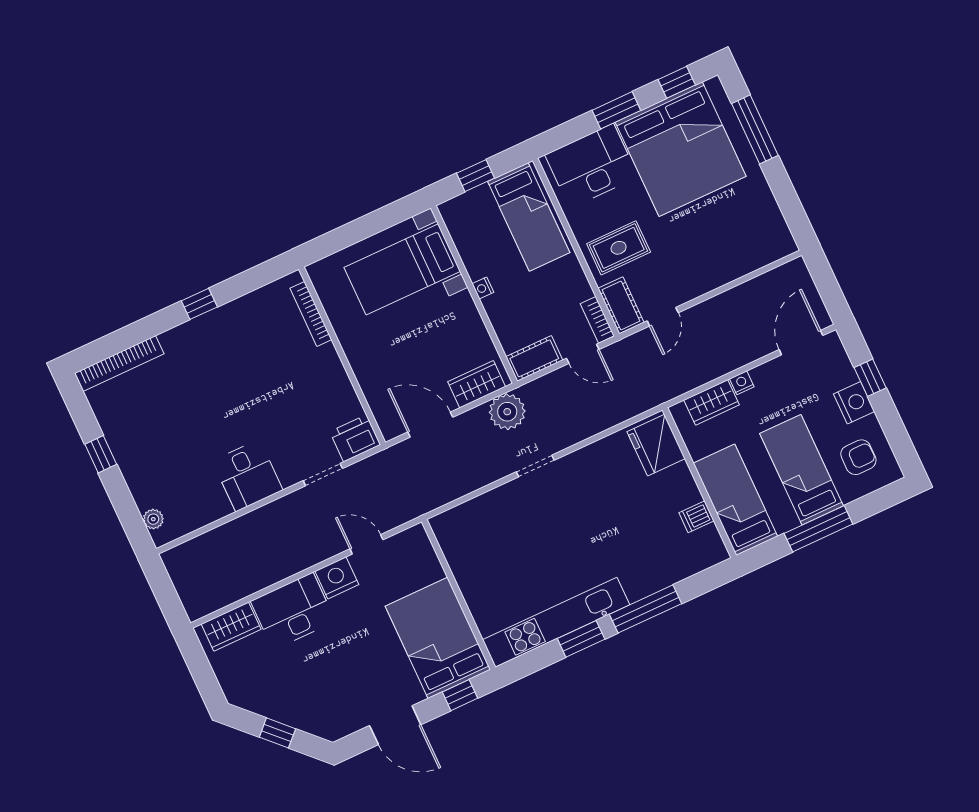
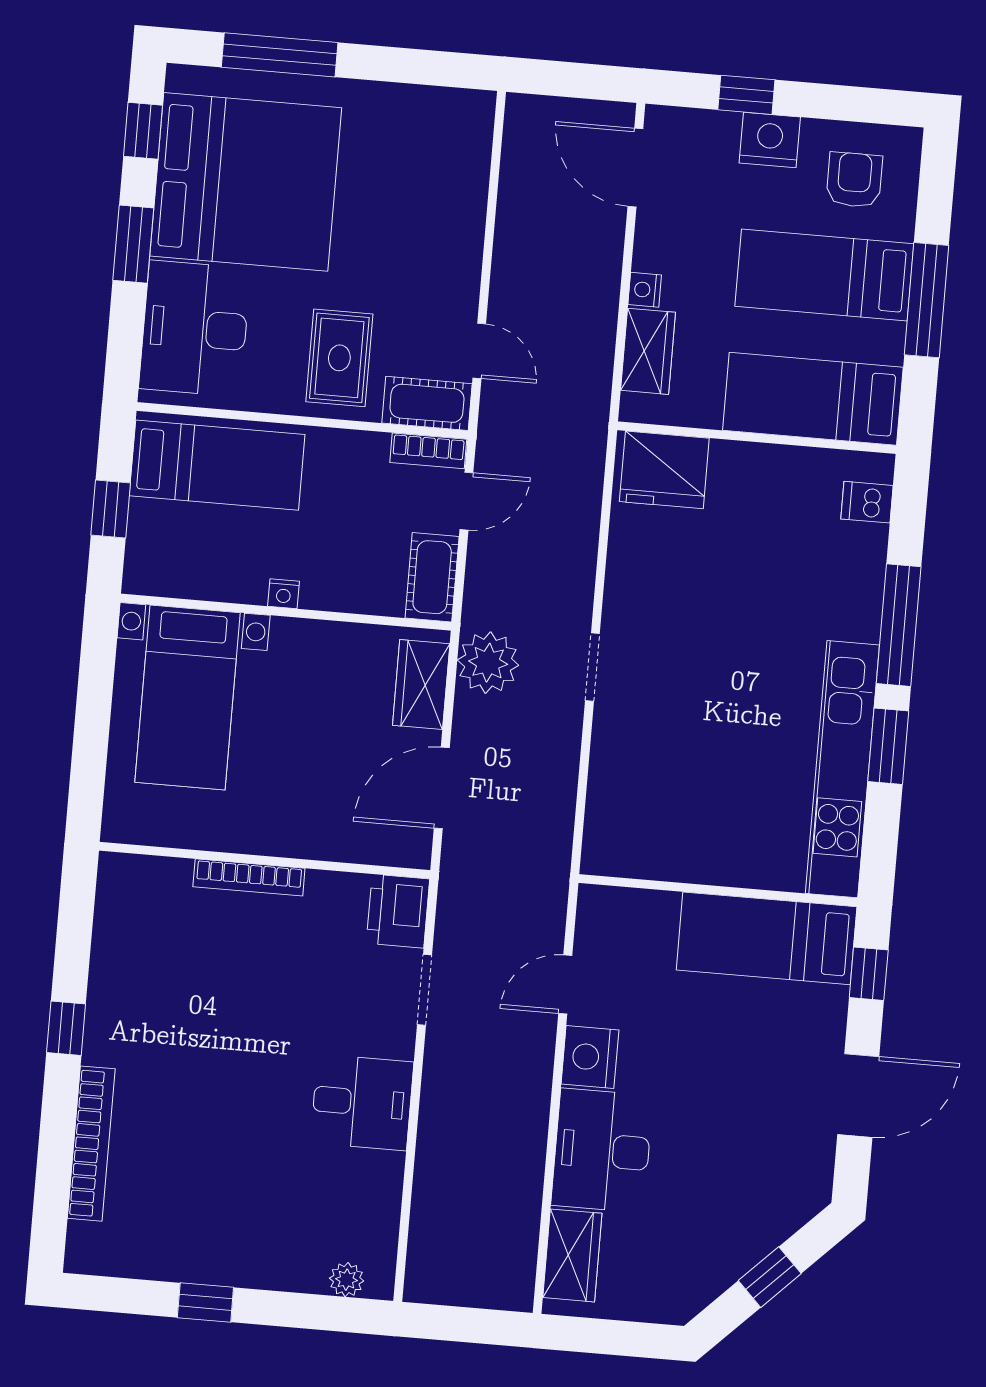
bookcase: (311, 314) -> (249, 877), moved
bookcase: (119, 364) -> (91, 1144), moved
dishwasher: (697, 517) -> (867, 502), moved, turned 90
bed: (438, 638) -> (767, 938), width x0.67

